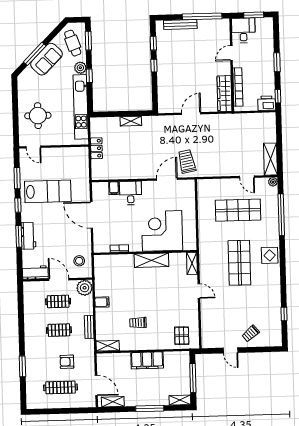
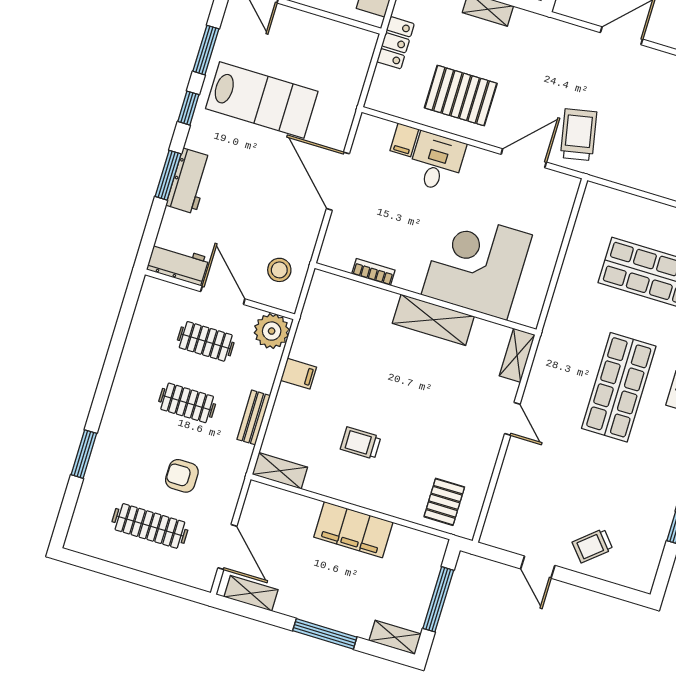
pallet: (131, 161) -> (461, 96), added

